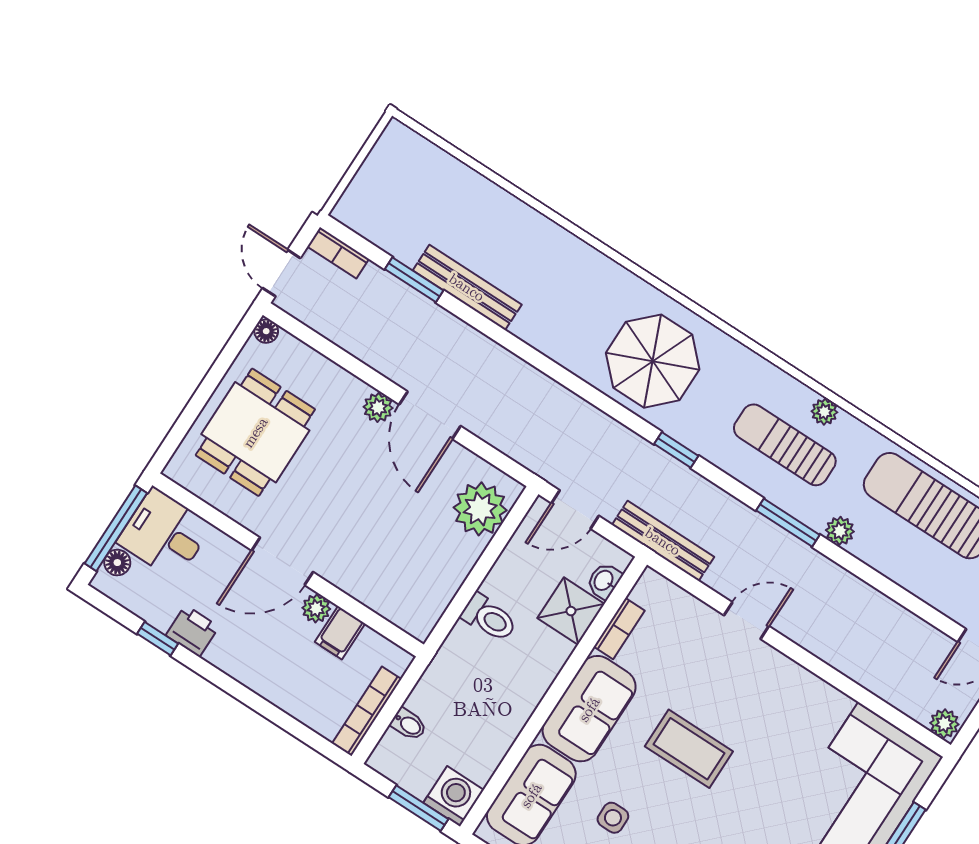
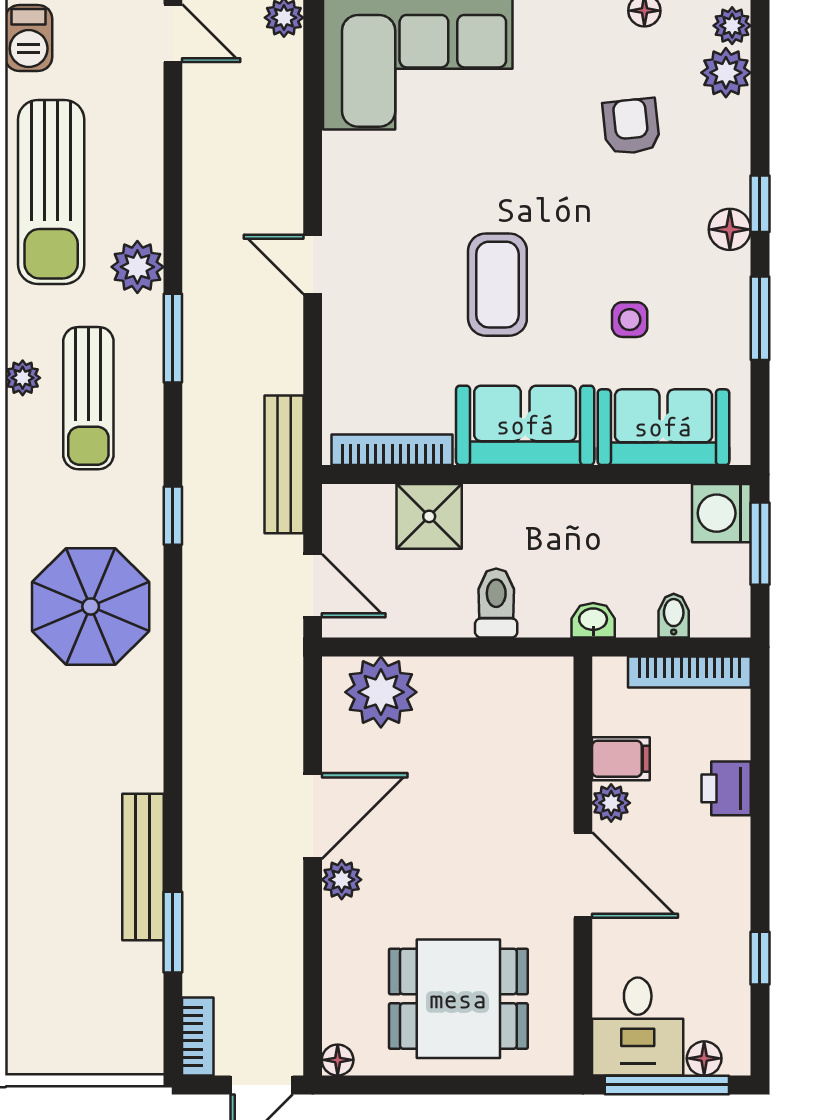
plant: (840, 531) -> (137, 267), width x1.38, depth x1.38
washbasin: (604, 581) -> (593, 620), moved, turned 180
door: (746, 621) -> (313, 264), moved
bookcase: (619, 629) -> (392, 450), width x1.56
printer: (192, 631) -> (726, 788), moved

